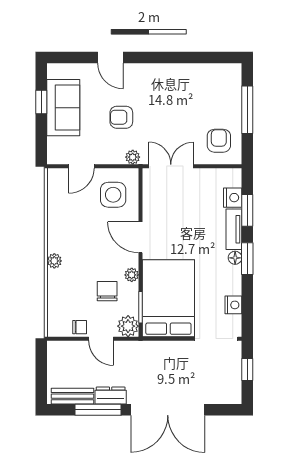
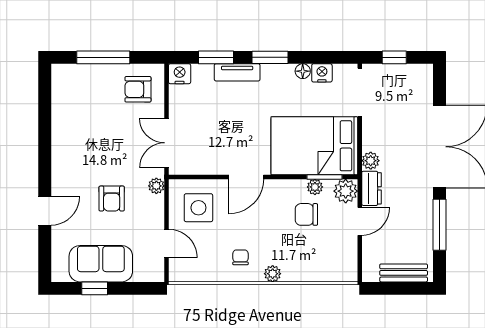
nightstand: (233, 198) -> (180, 74), moved
floor lamp: (235, 258) -> (303, 71), moved
plant: (132, 275) -> (315, 187), moved
chair: (80, 327) -> (240, 257), moved
plant: (155, 348) -> (371, 161), added
bench: (73, 396) -> (404, 273), moved, turned 90
dresser: (111, 396) -> (371, 188), moved, turned 180

